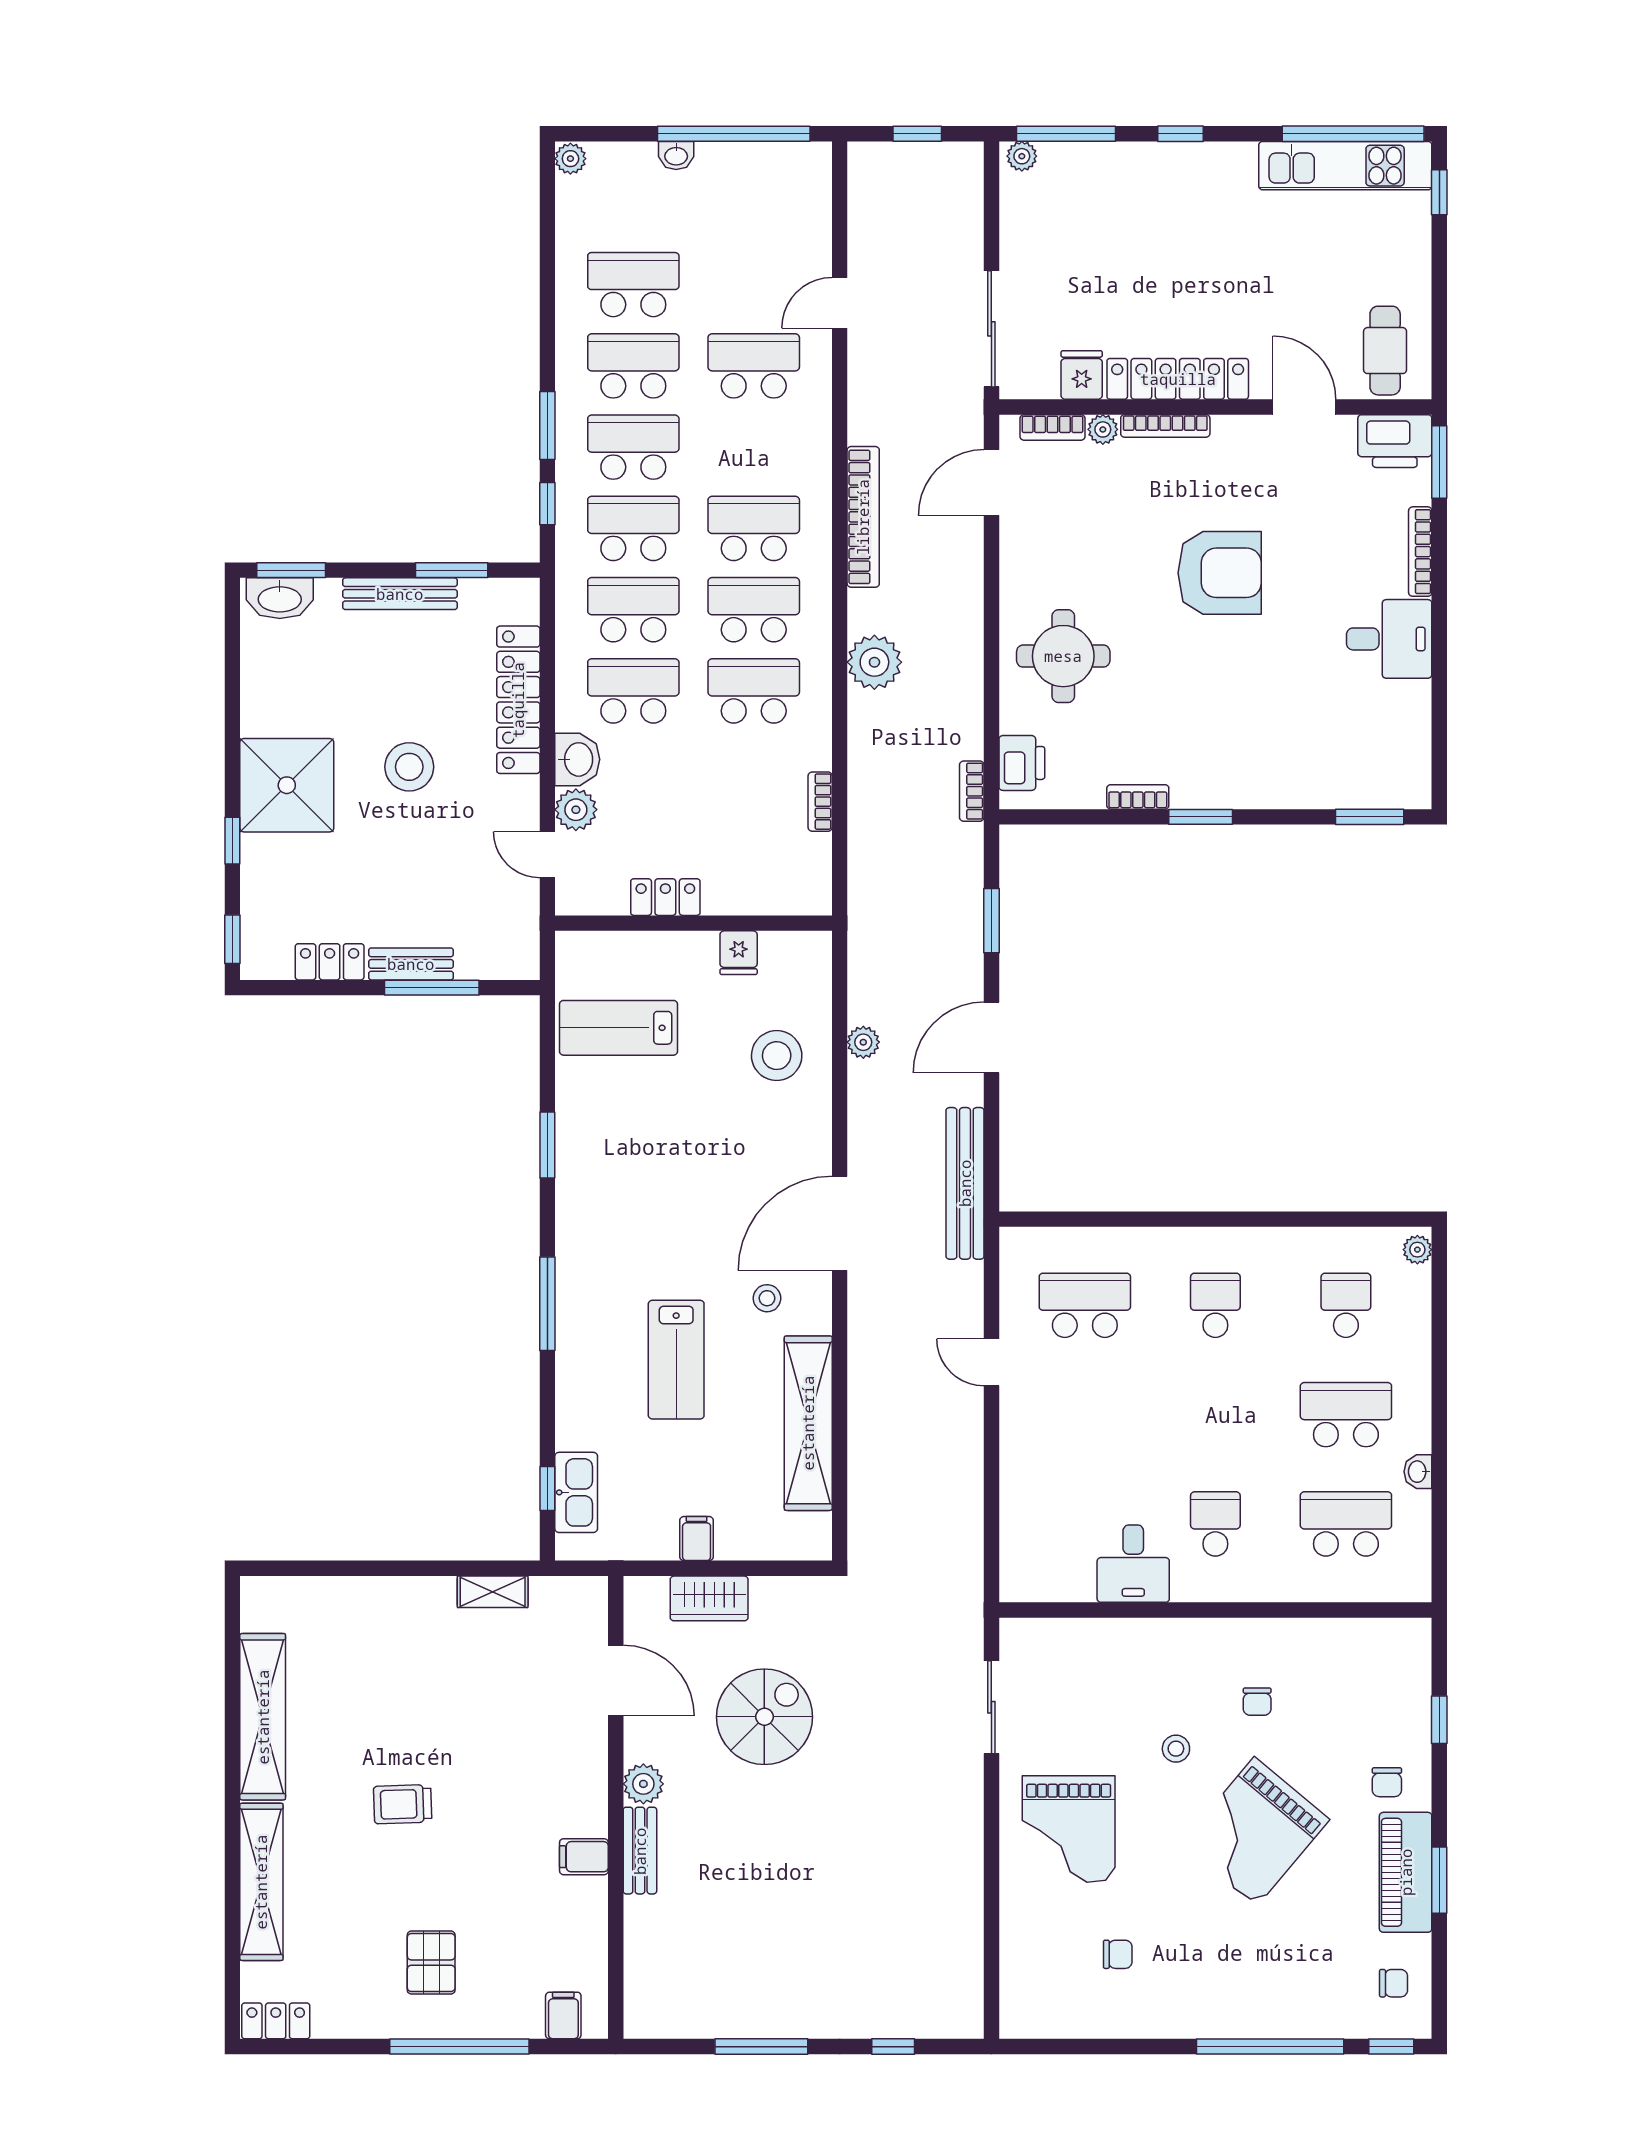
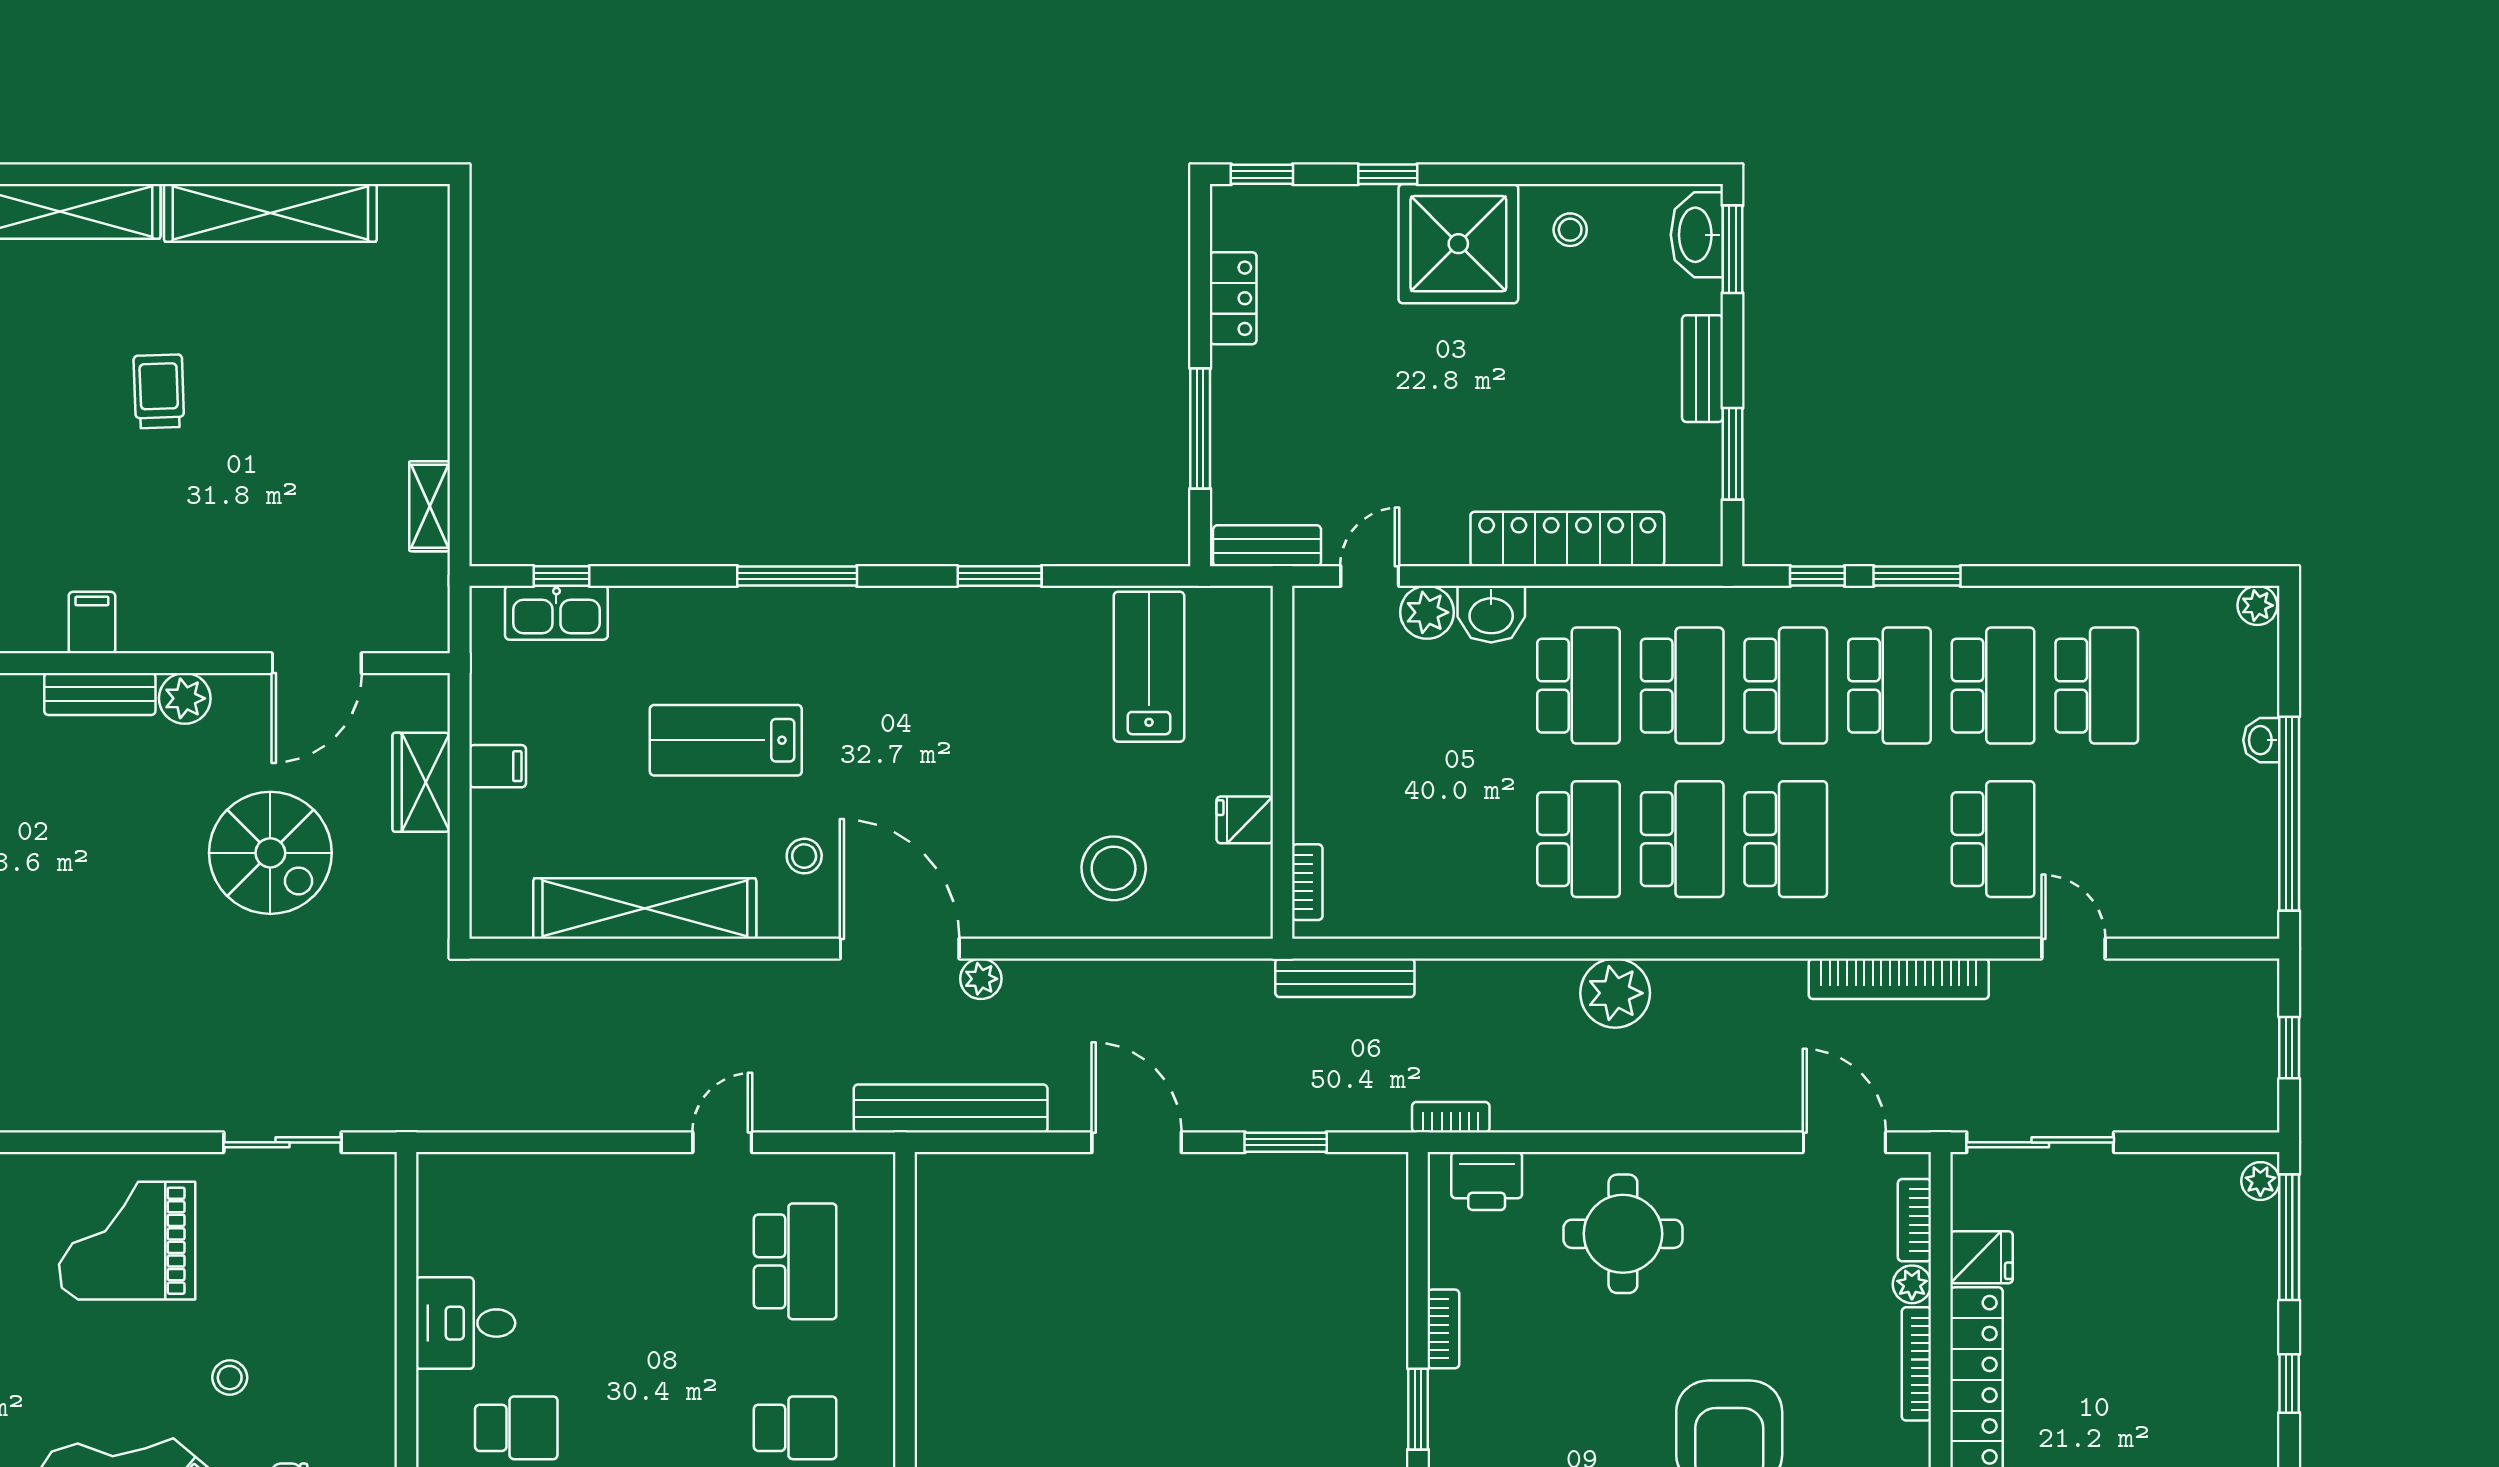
bookcase: (863, 517) -> (1899, 979), moved
bench: (400, 594) -> (1702, 369), width x0.73
stool: (409, 767) -> (1570, 230), moved, width x0.53, depth x0.53
bookcase: (820, 802) -> (1307, 882), moved, turned 90
bench: (862, 874) -> (1345, 978), added
locker: (665, 897) -> (1316, 726), removed
bench: (411, 964) -> (1267, 546), moved, turned 90
plant: (863, 1042) -> (981, 979), moved

